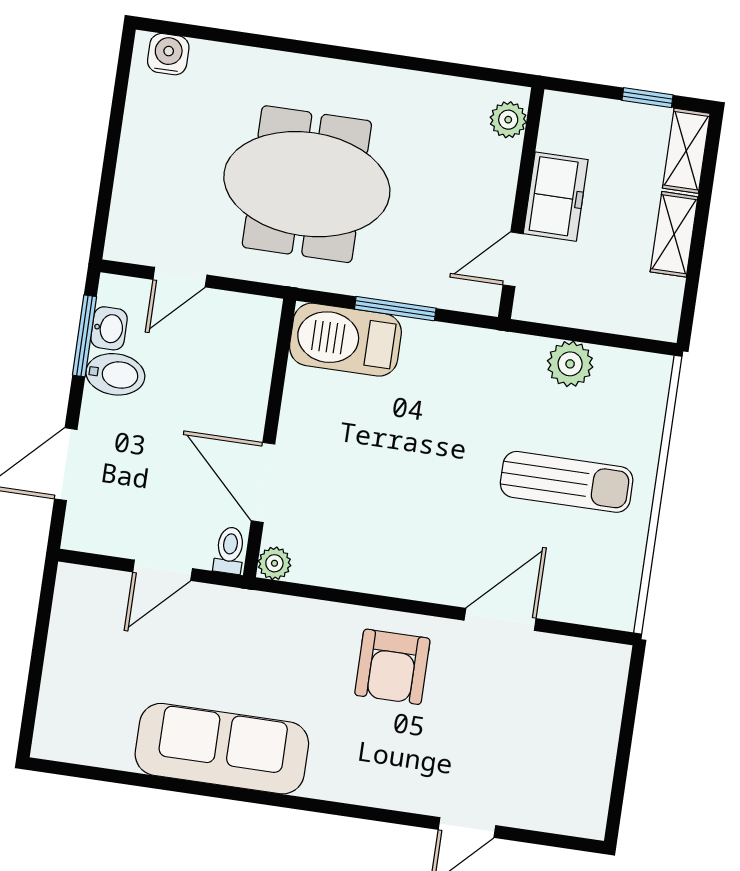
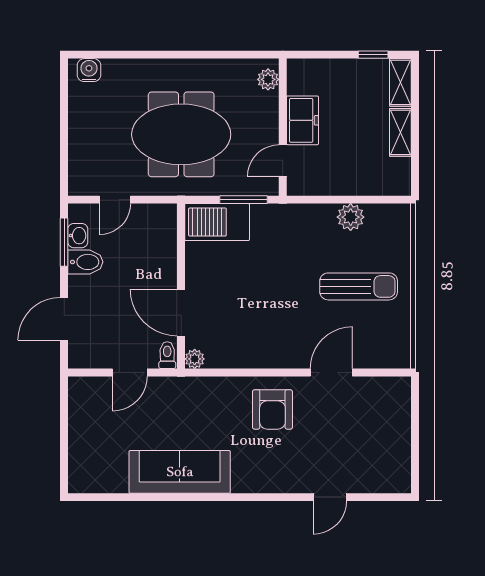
plant: (508, 120) -> (268, 79), moved
freezer: (556, 197) -> (302, 120), moved
wall: (521, 203) -> (283, 127), moved
door: (513, 259) -> (283, 161), moved

